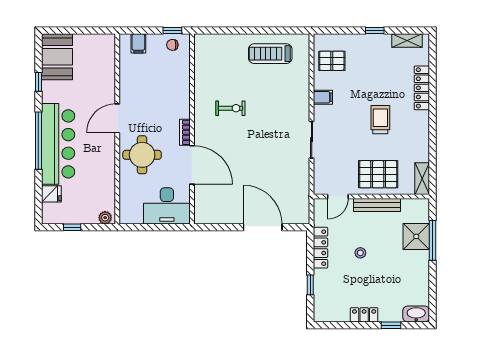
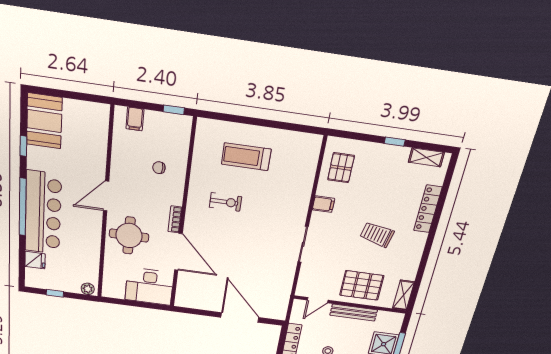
chair: (172, 45) -> (159, 168), moved
treadmill: (270, 54) -> (246, 157), moved
pallet: (332, 61) -> (341, 168), turned 90
trolley: (380, 120) -> (377, 235), turned -77

